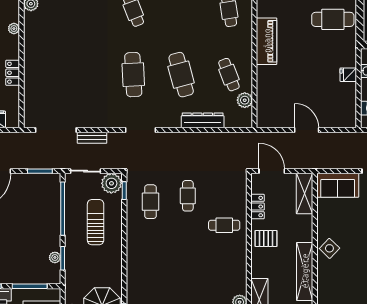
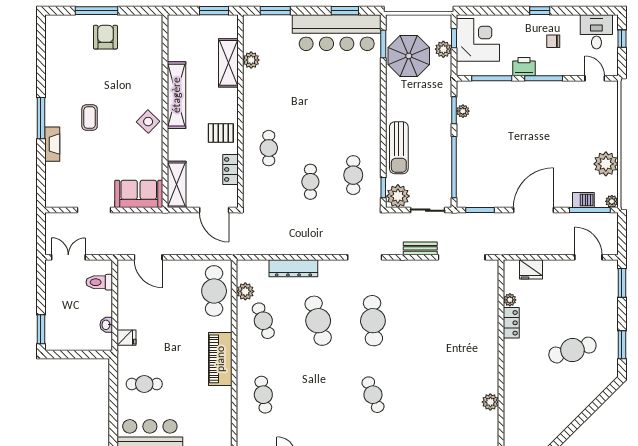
cafe table: (333, 19) -> (144, 384), width x0.73, depth x0.74
plant: (14, 29) -> (510, 300), moved
fridge: (348, 75) -> (126, 338), moved
cafe table: (272, 101) -> (214, 291), added
door: (307, 130) -> (148, 257), moved
sun lounger: (96, 222) -> (399, 148), moved
cafe table: (224, 225) -> (269, 148), turned 90

